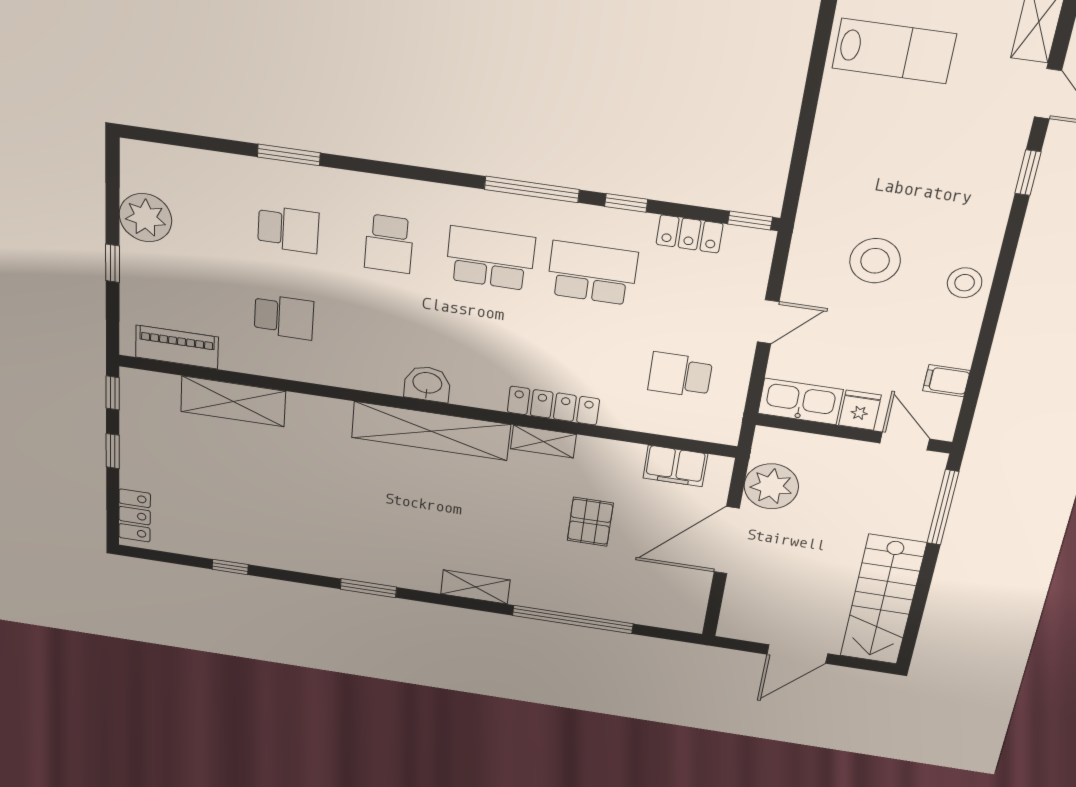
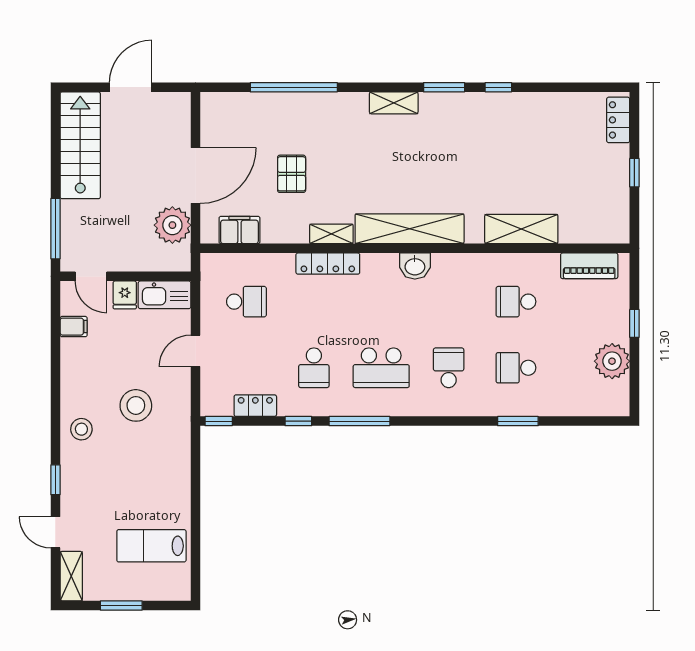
school desk: (592, 273) -> (314, 368), width x0.54
stool: (965, 283) -> (81, 429), moved
window: (113, 393) -> (634, 221), removed
shelving: (233, 401) -> (521, 229), moved
window: (230, 567) -> (498, 87), moved
shelving: (475, 587) -> (394, 103), moved

